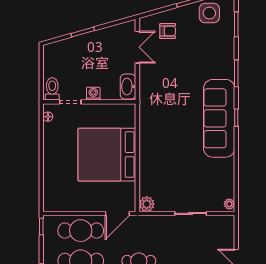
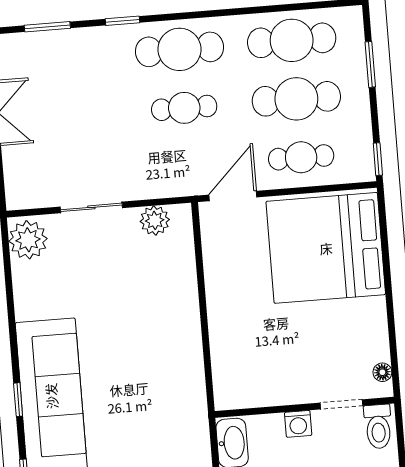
bed: (107, 155) -> (326, 248), moved, turned 180
plant: (147, 204) -> (155, 220), moved
plant: (229, 204) -> (28, 240), width x1.88, depth x1.88
cafe table: (81, 231) -> (301, 157), width x0.73, depth x0.74

